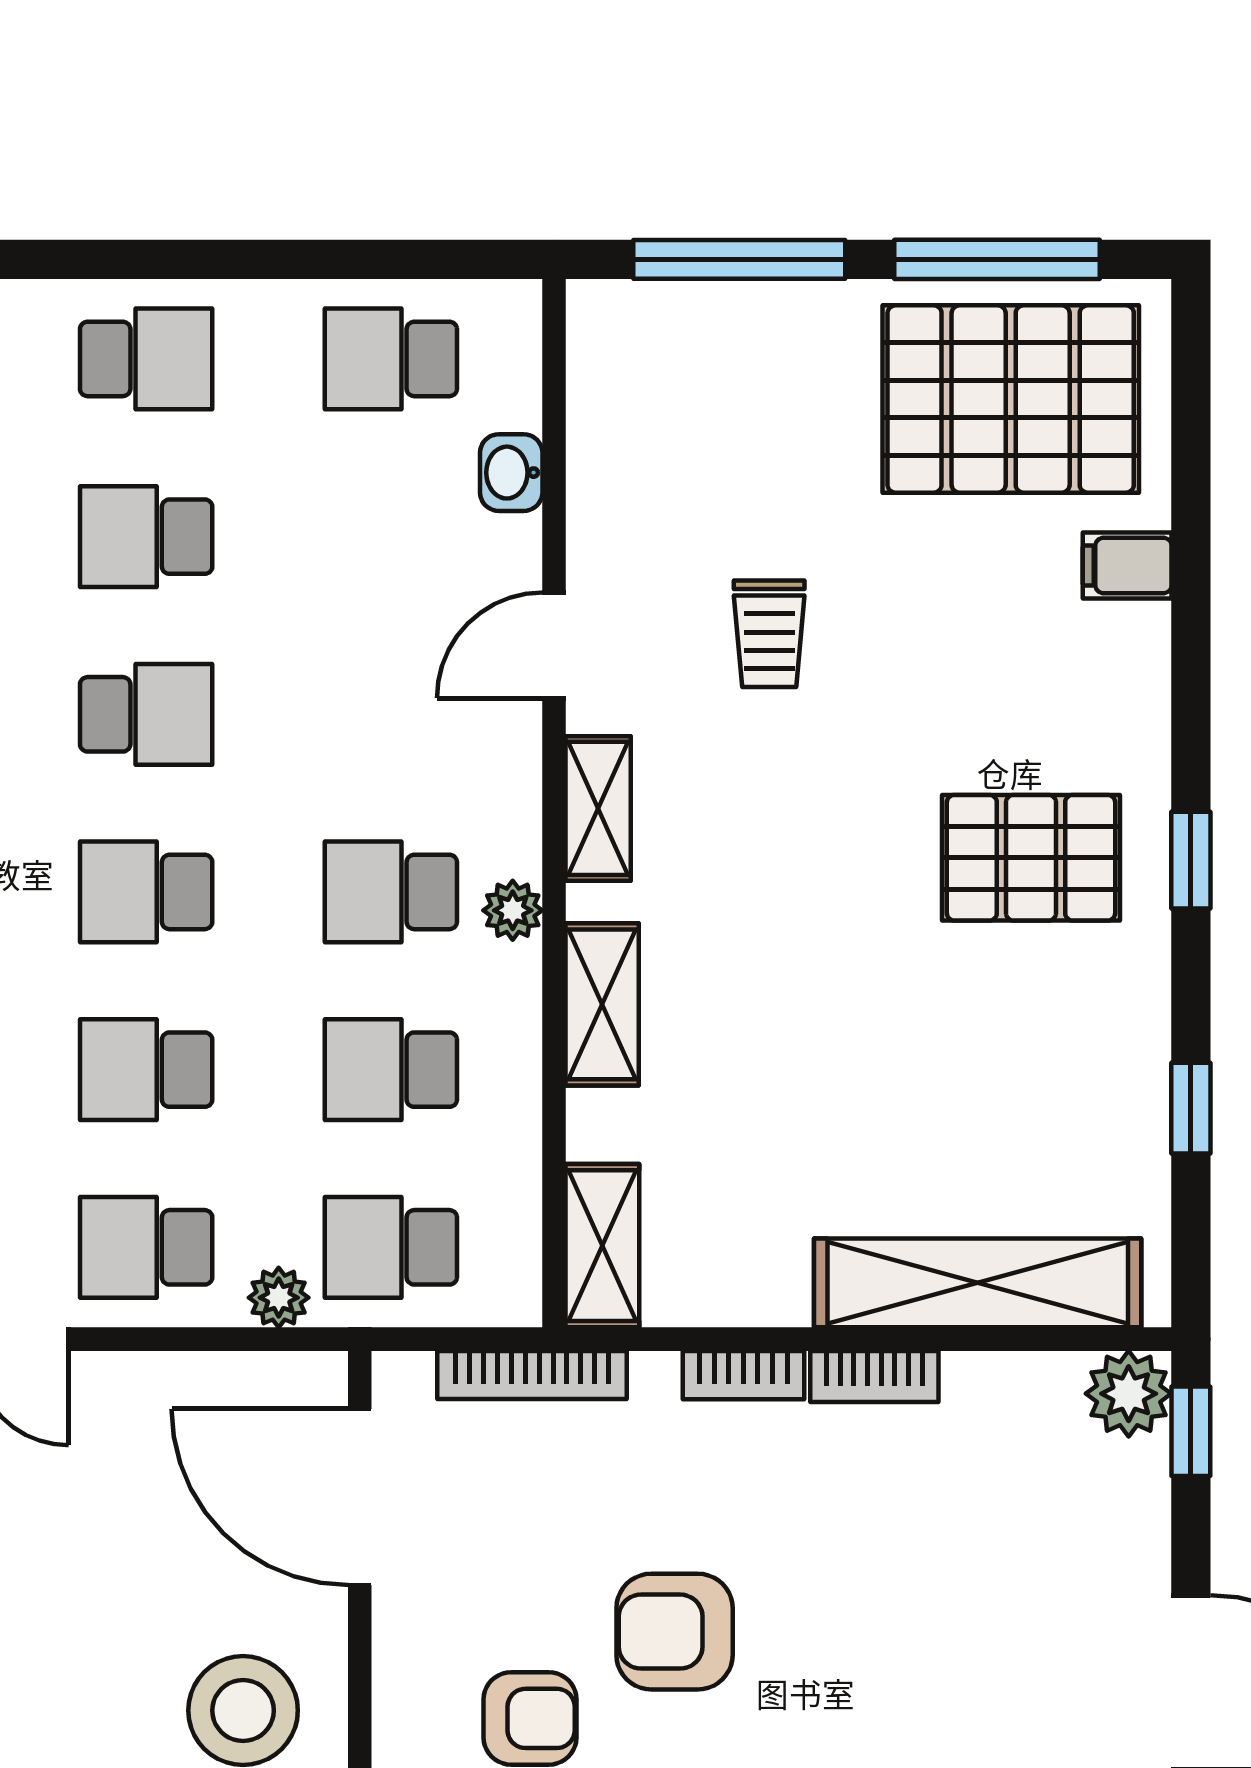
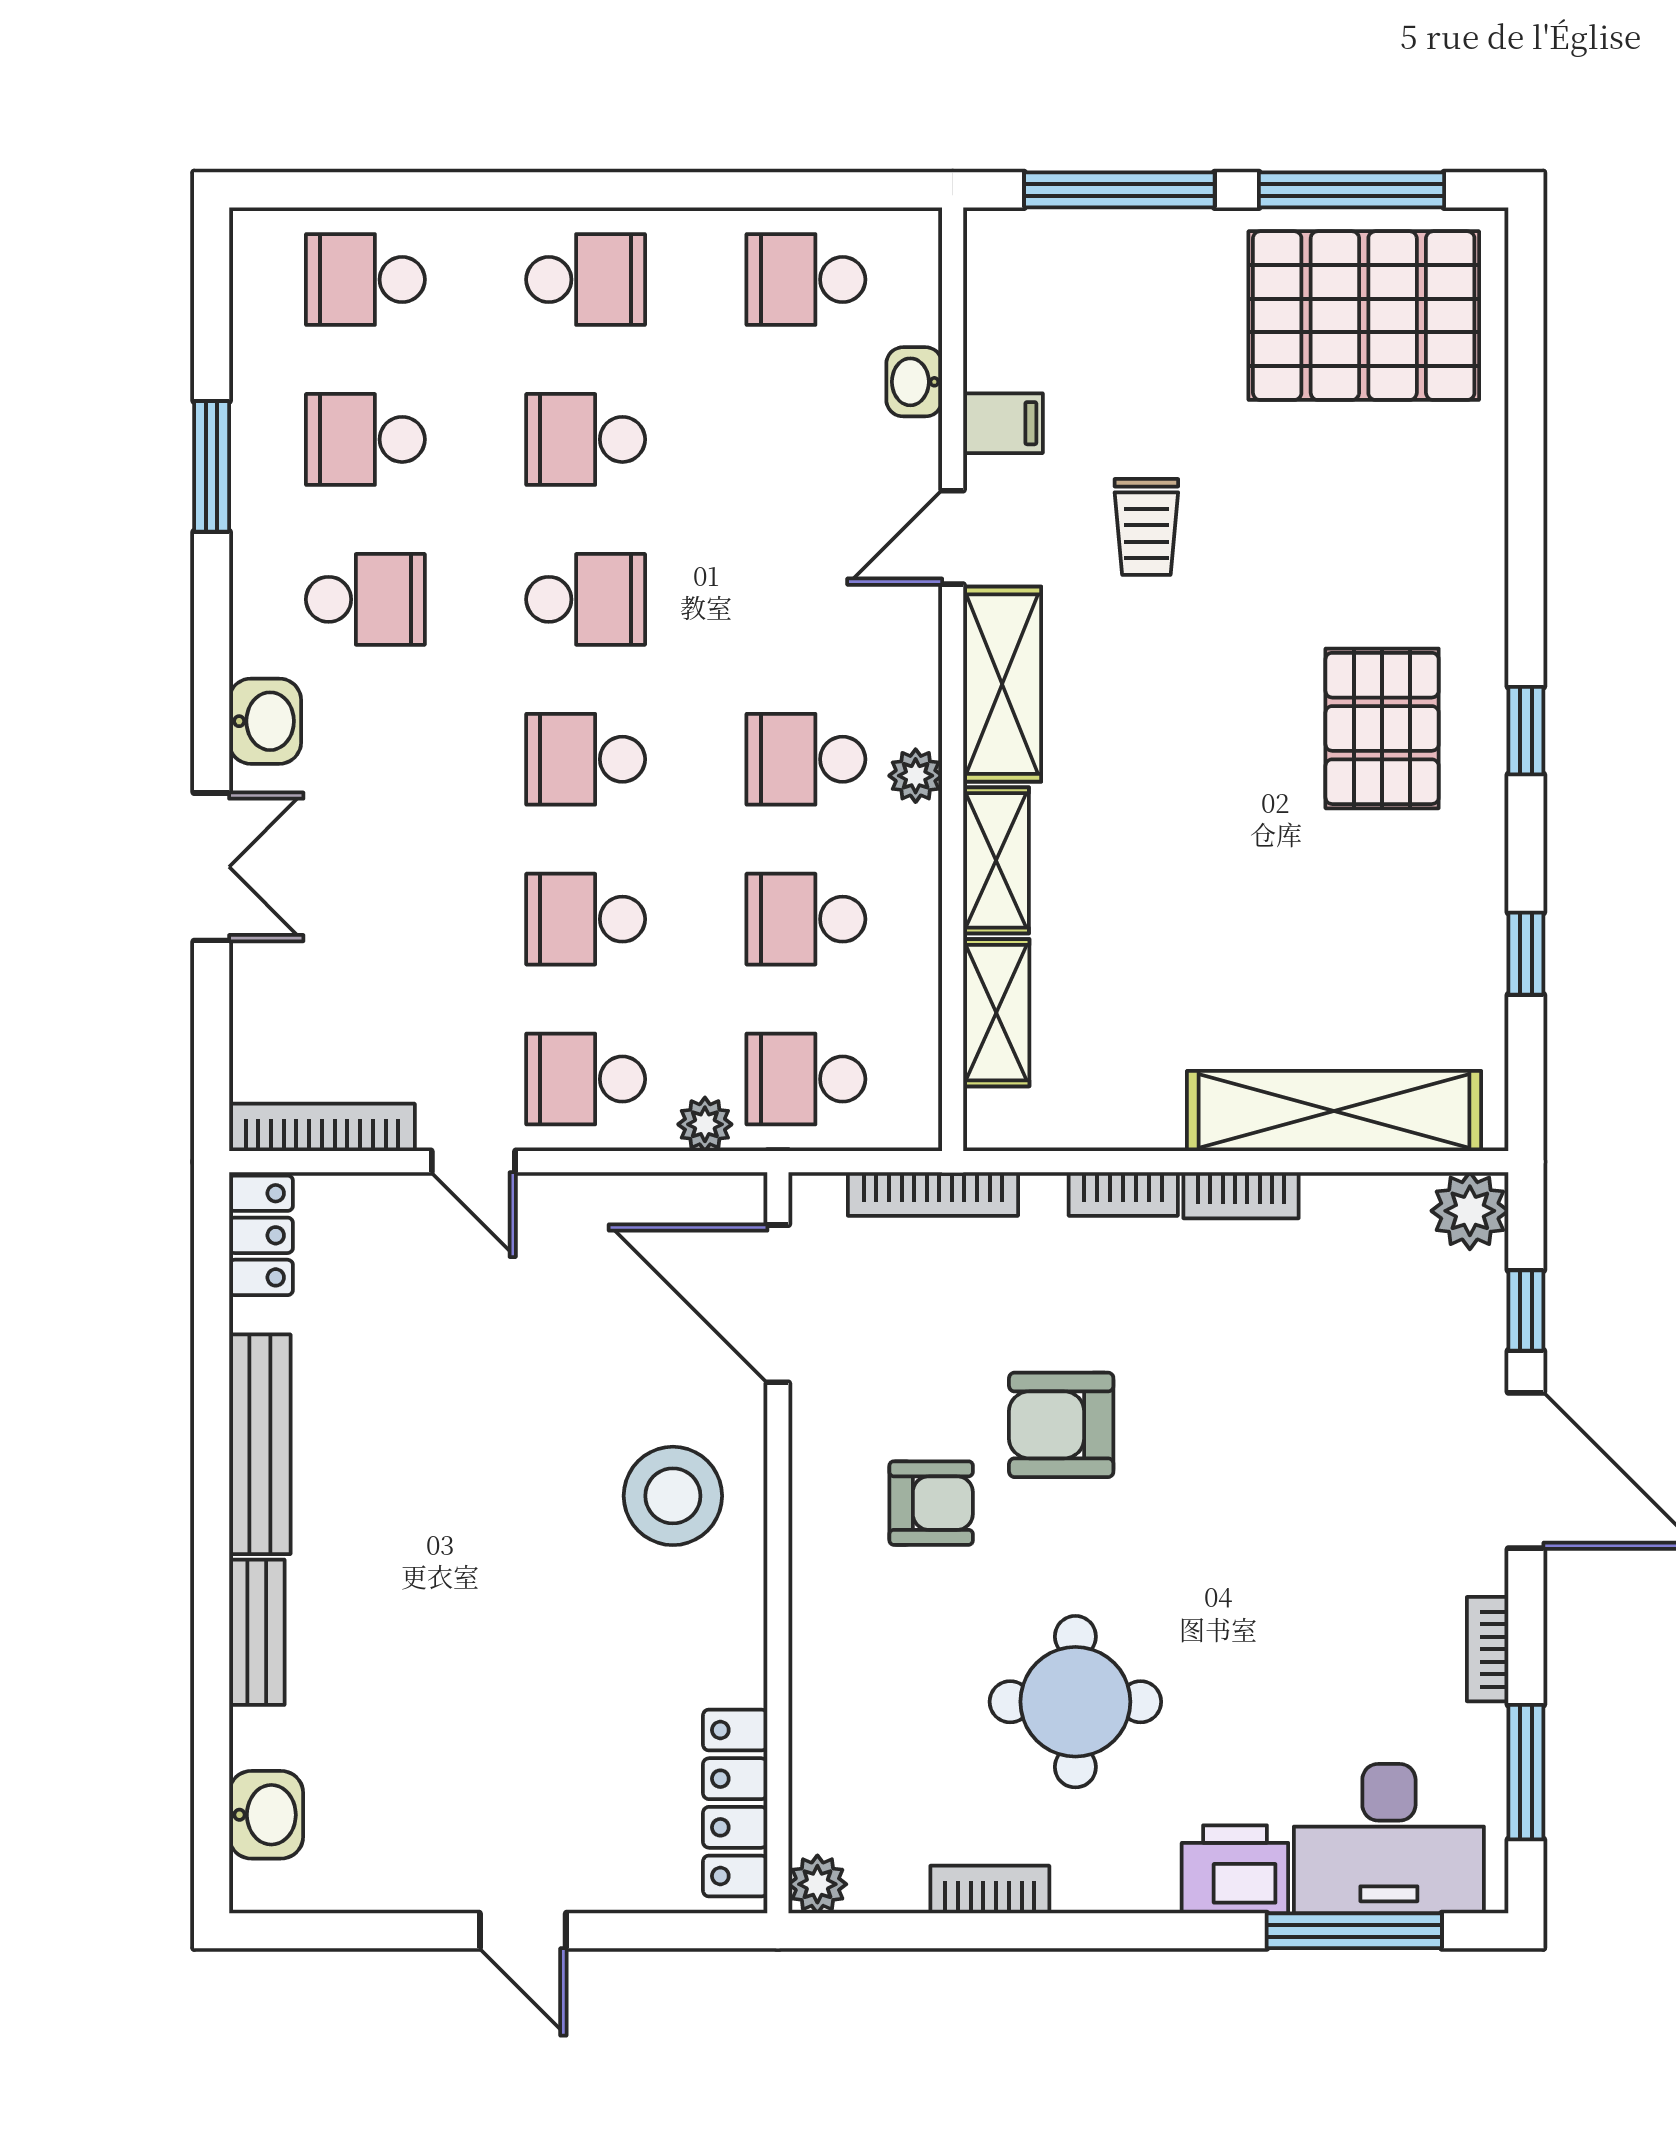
filing cabinet: (1127, 565) -> (1003, 423), moved, turned 180
shelving: (598, 808) -> (1002, 684), width x1.50, depth x1.33
pallet: (1031, 858) -> (1382, 728), turned 90
shelving: (602, 1246) -> (996, 1013), moved
window: (1191, 1431) -> (1526, 1311), moved

